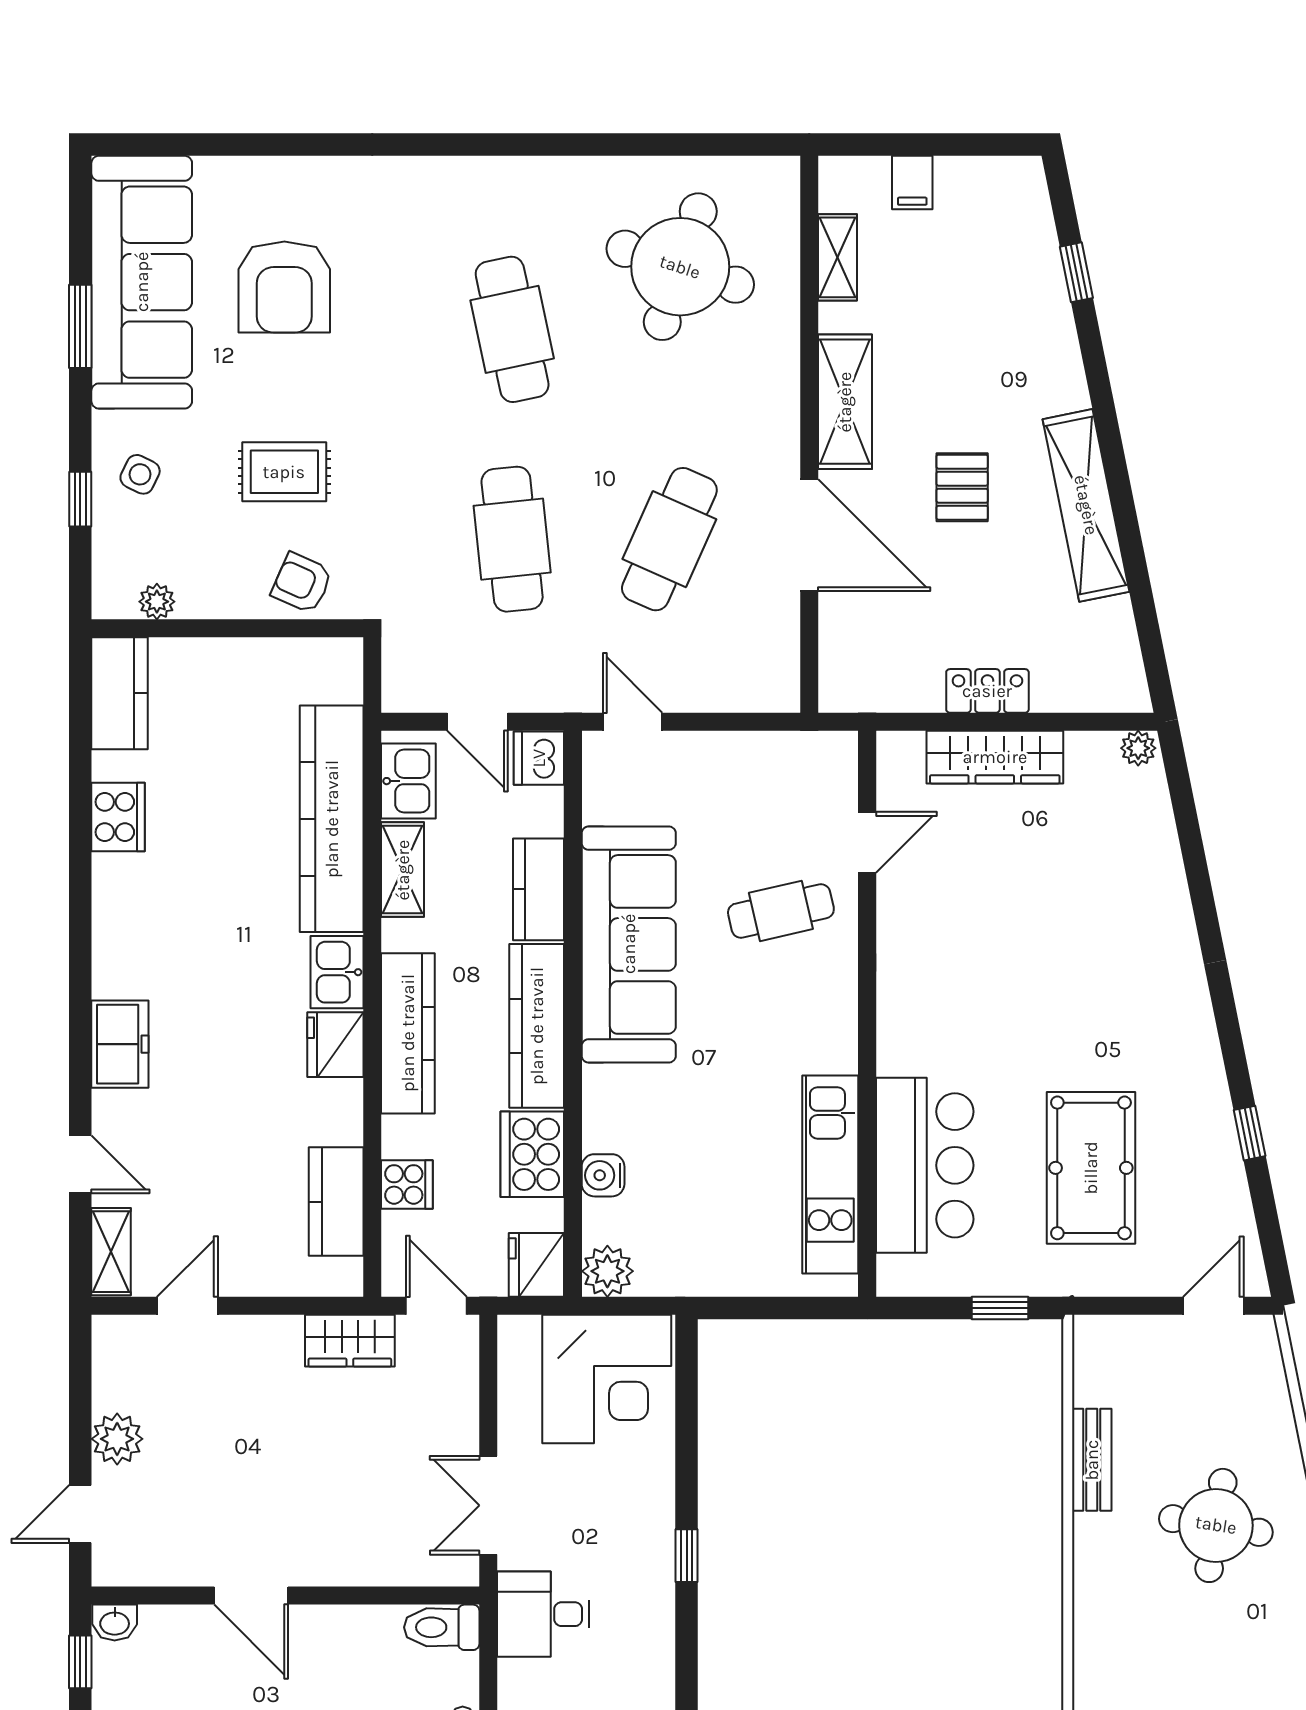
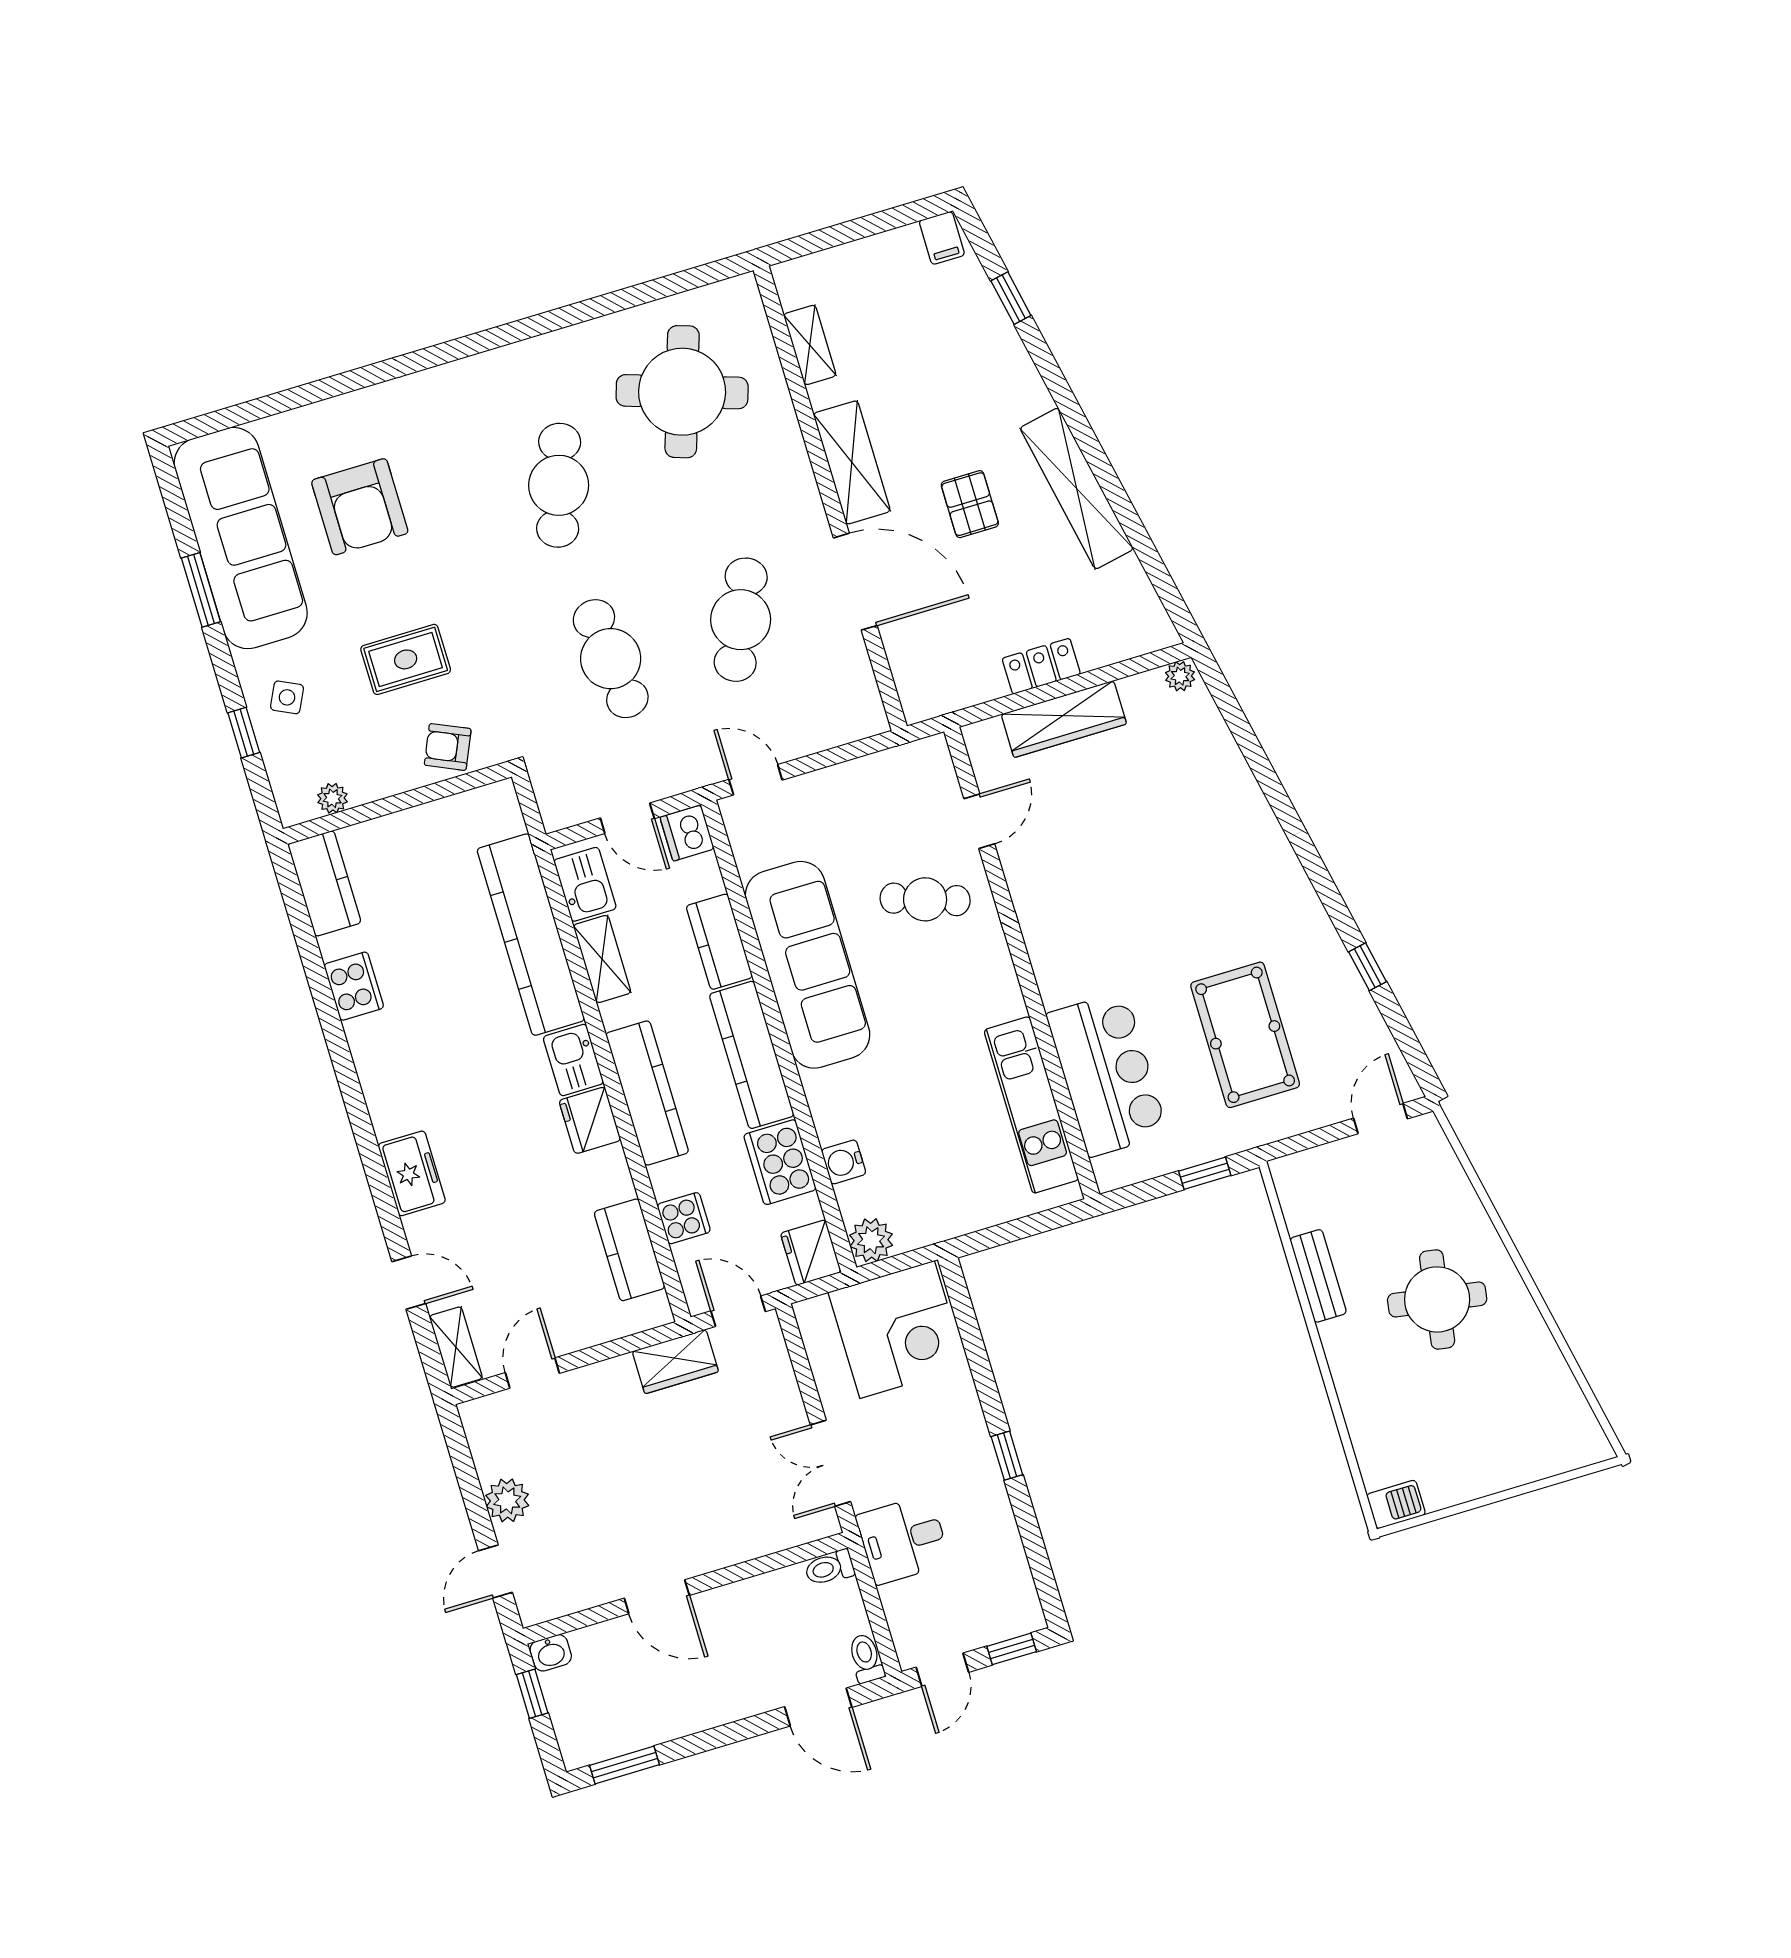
filing cabinet: (912, 182) -> (942, 238), moved
cafe table: (512, 329) -> (559, 485), turned 30
cafe table: (781, 911) -> (925, 899), turned 32
toilet: (442, 1627) -> (829, 1568), width x0.73, depth x0.72

